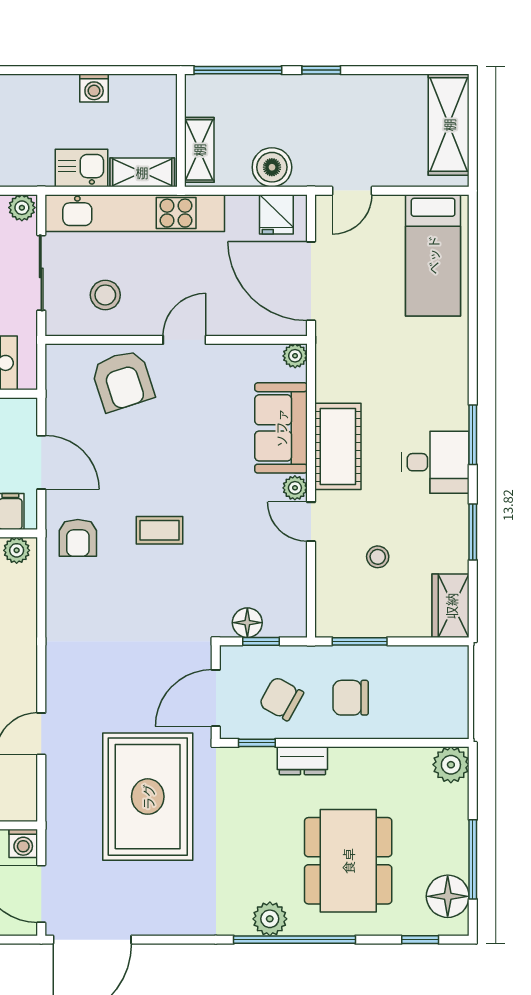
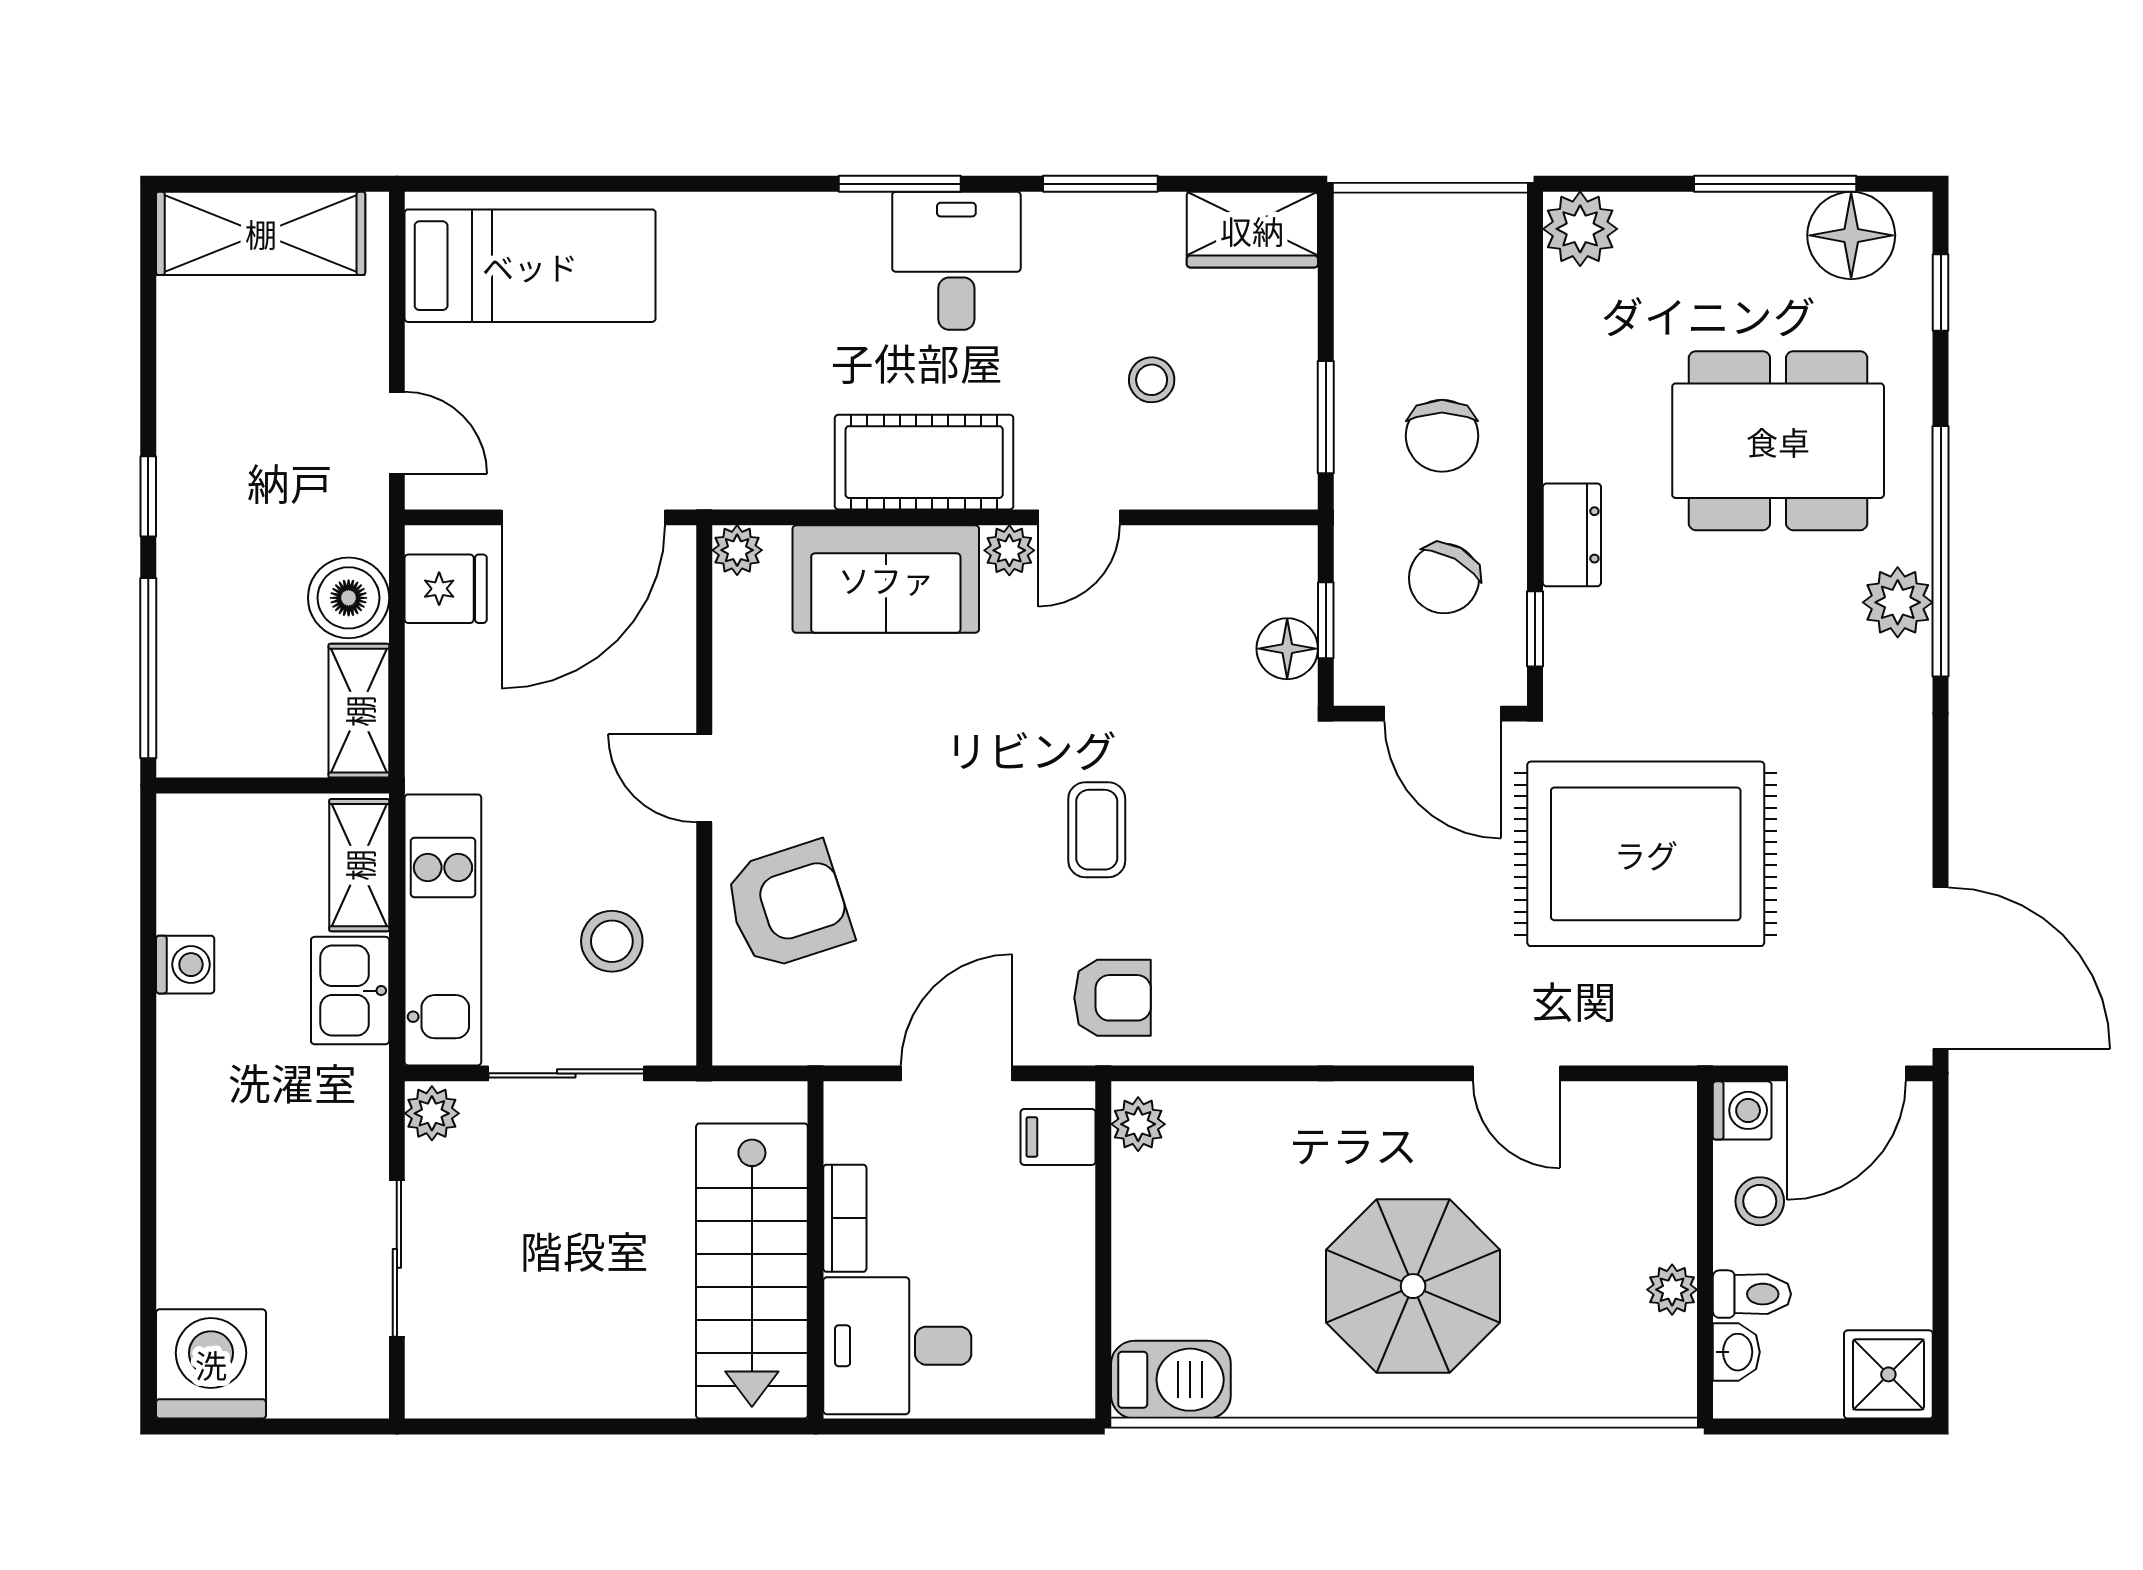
shelving: (199, 150) -> (359, 711), moved, turned 90
kitchen unit: (135, 213) -> (443, 930), width x0.73

